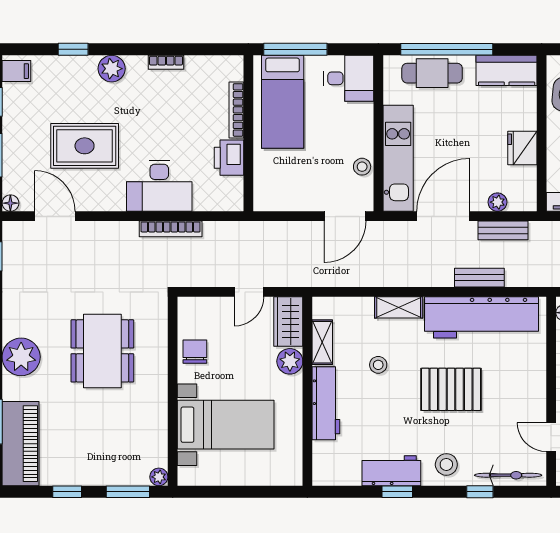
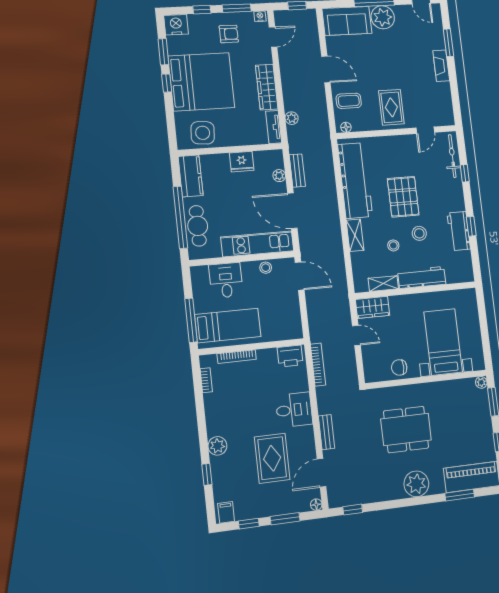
bookcase: (166, 62) -> (206, 380), moved
desk: (349, 78) -> (226, 280), moved
printer: (229, 158) -> (290, 356), moved
desk: (159, 186) -> (294, 410), width x0.73
bookcase: (171, 229) -> (318, 365), moved
bench: (479, 278) -> (327, 432), moved
plant: (290, 361) -> (398, 304), removed
stool: (446, 464) -> (419, 233), moved

